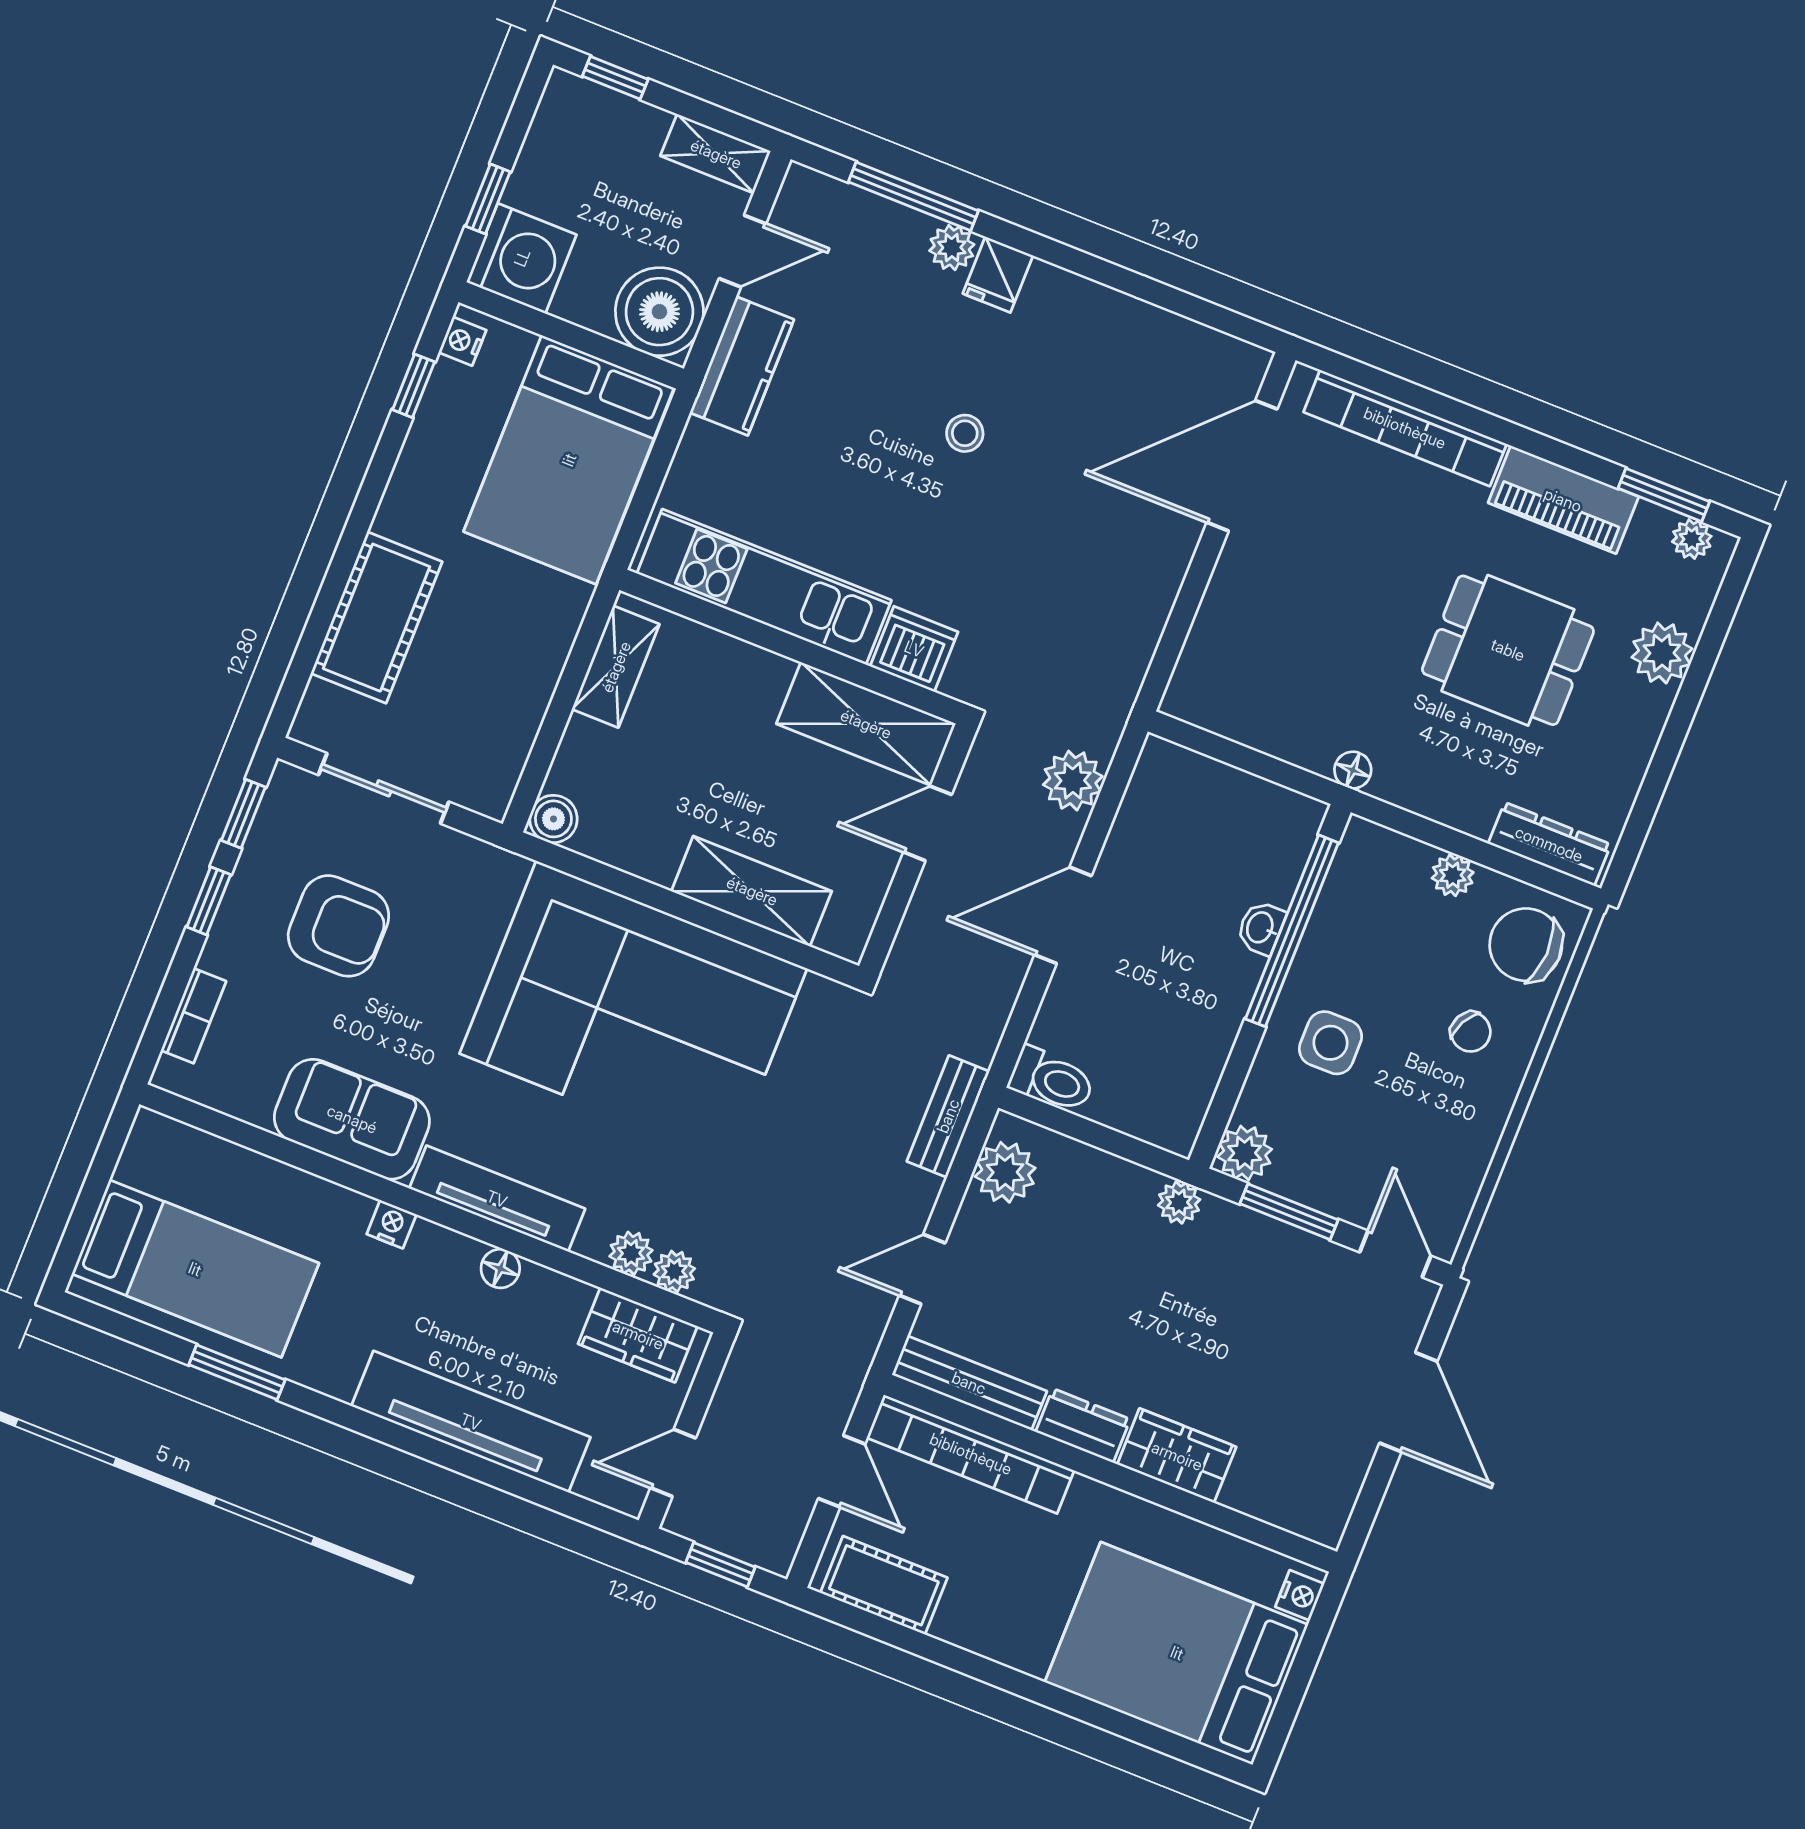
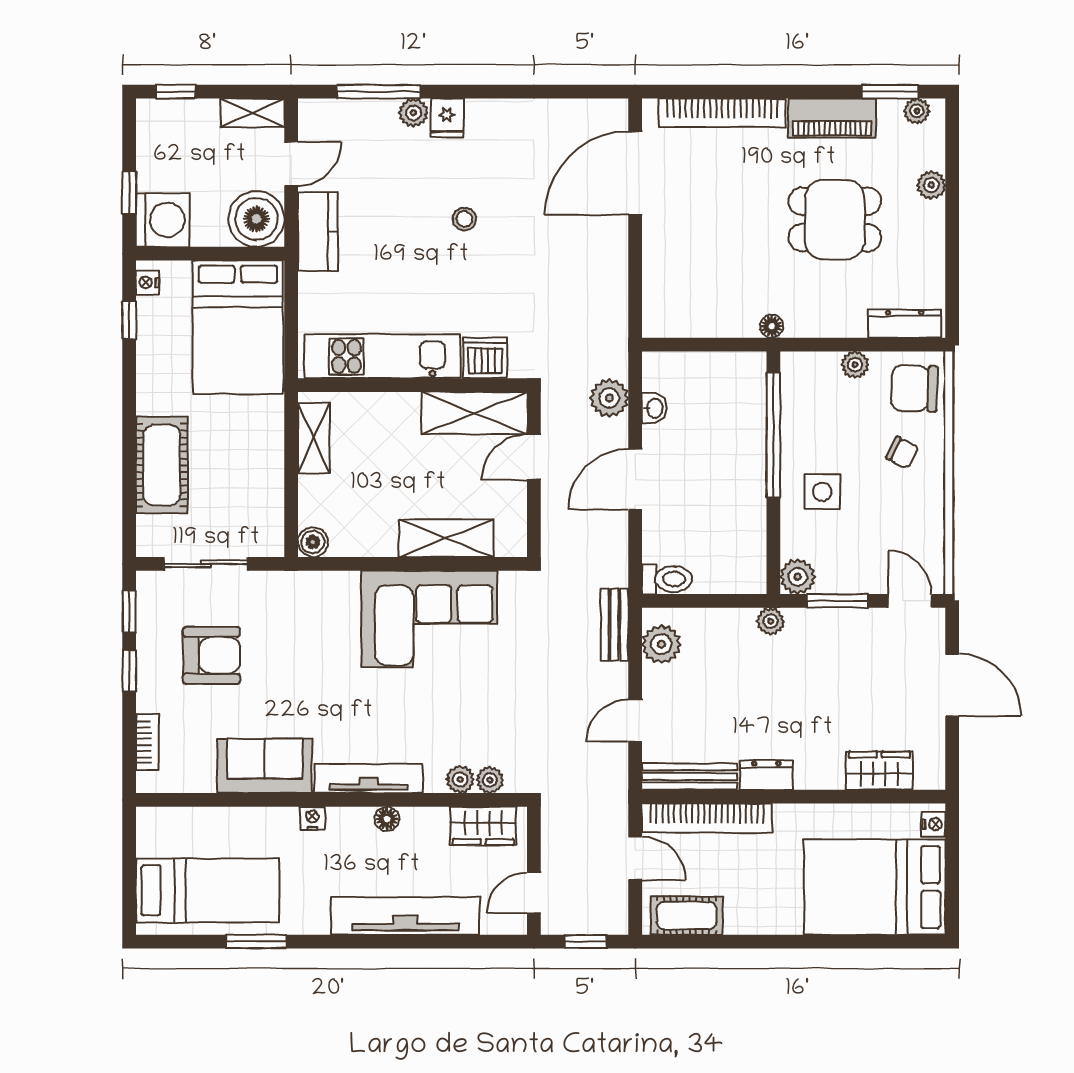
plant: (1662, 653) -> (931, 185), width x0.73, depth x0.73
washbasin: (1261, 928) -> (654, 408), moved, turned 180
corner sofa: (633, 1011) -> (429, 619), width x0.73, depth x0.74
wardrobe: (1177, 1456) -> (879, 771), moved

